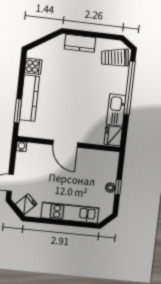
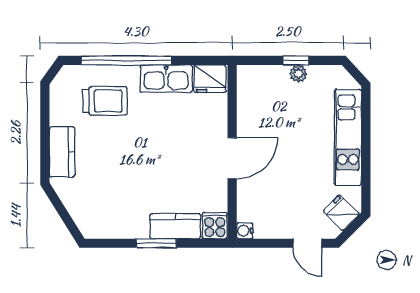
trolley: (115, 58) -> (105, 101), moved, turned -83
cooker: (33, 66) -> (215, 226), moved
kitchen counter: (29, 98) -> (175, 226), width x0.67
window: (18, 111) -> (156, 243), moved

